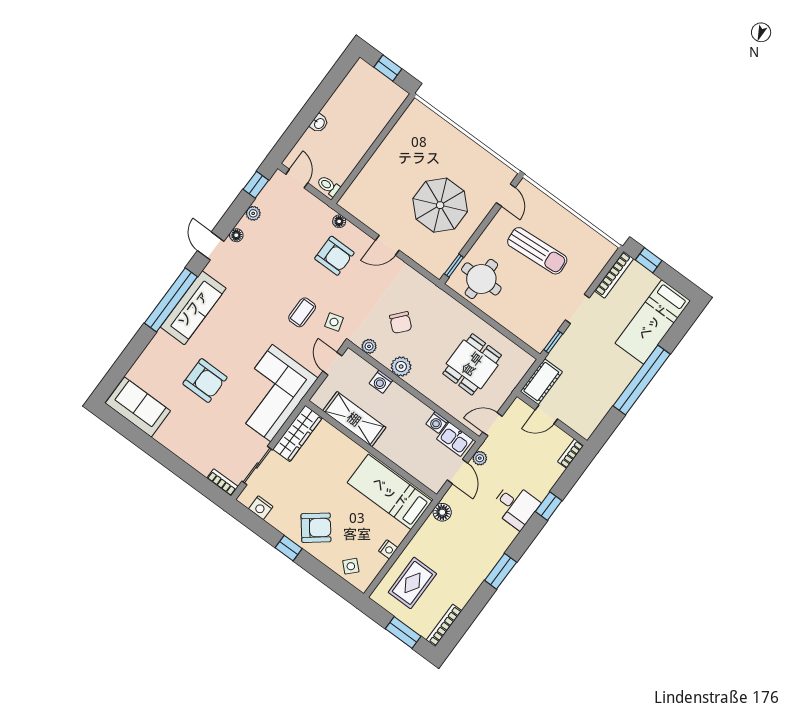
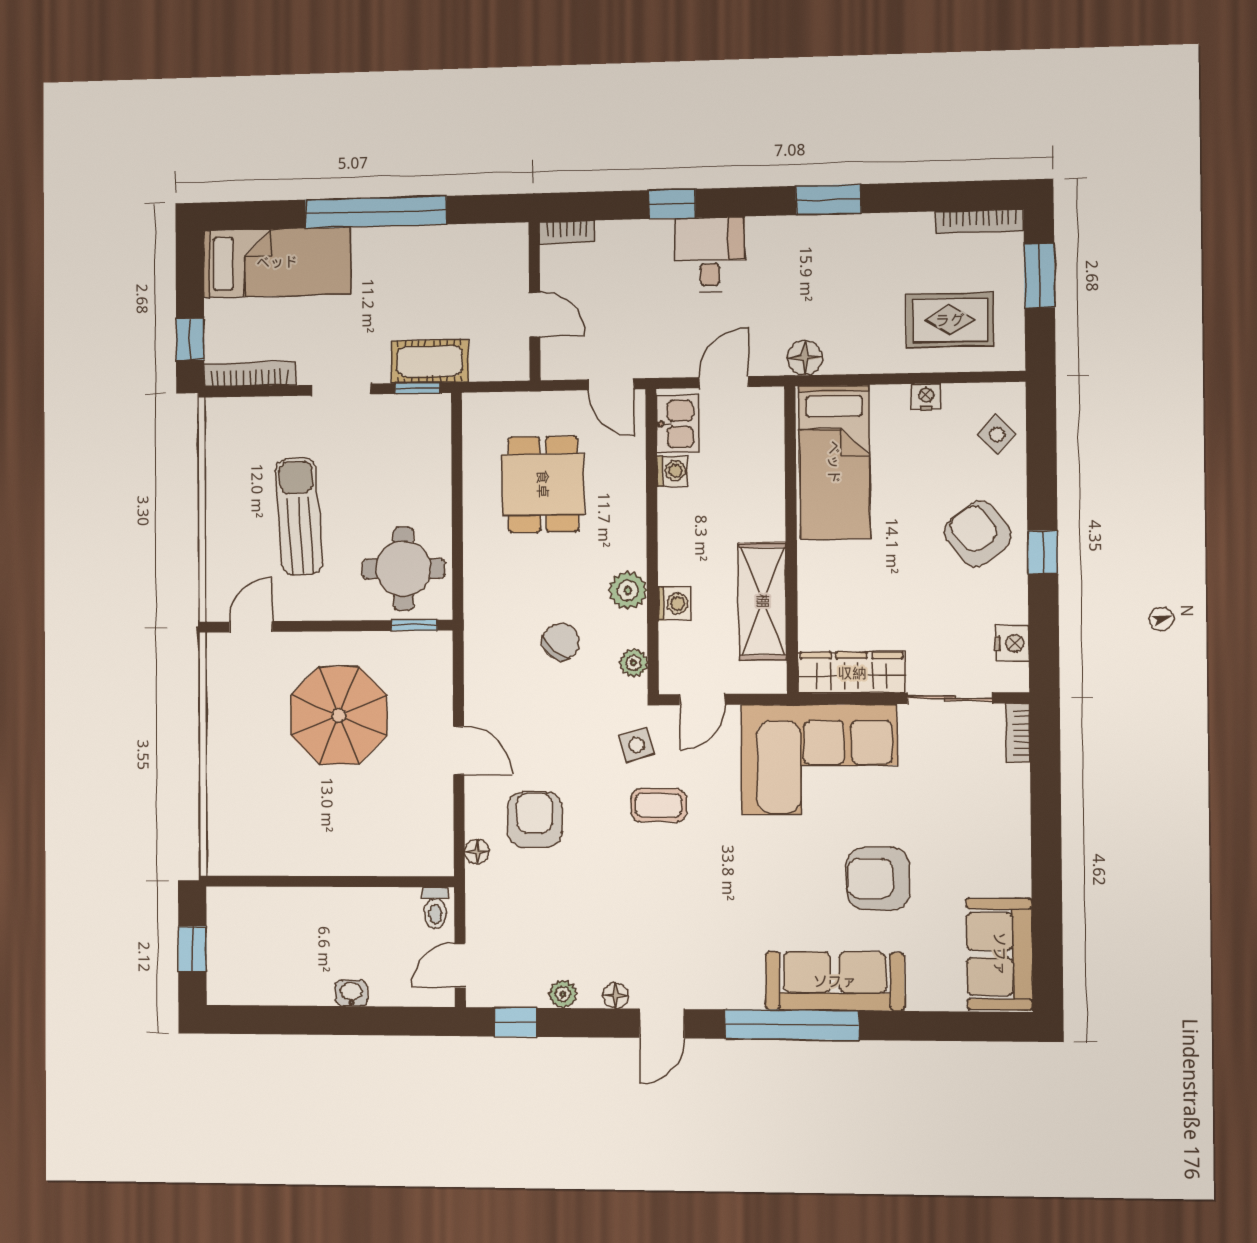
sofa: (193, 308) -> (835, 981), moved
dining table: (472, 364) -> (543, 484), turned 90
armchair: (205, 381) -> (878, 879), turned -90
cot: (541, 382) -> (430, 361), moved
plant: (480, 458) -> (678, 364), removed

